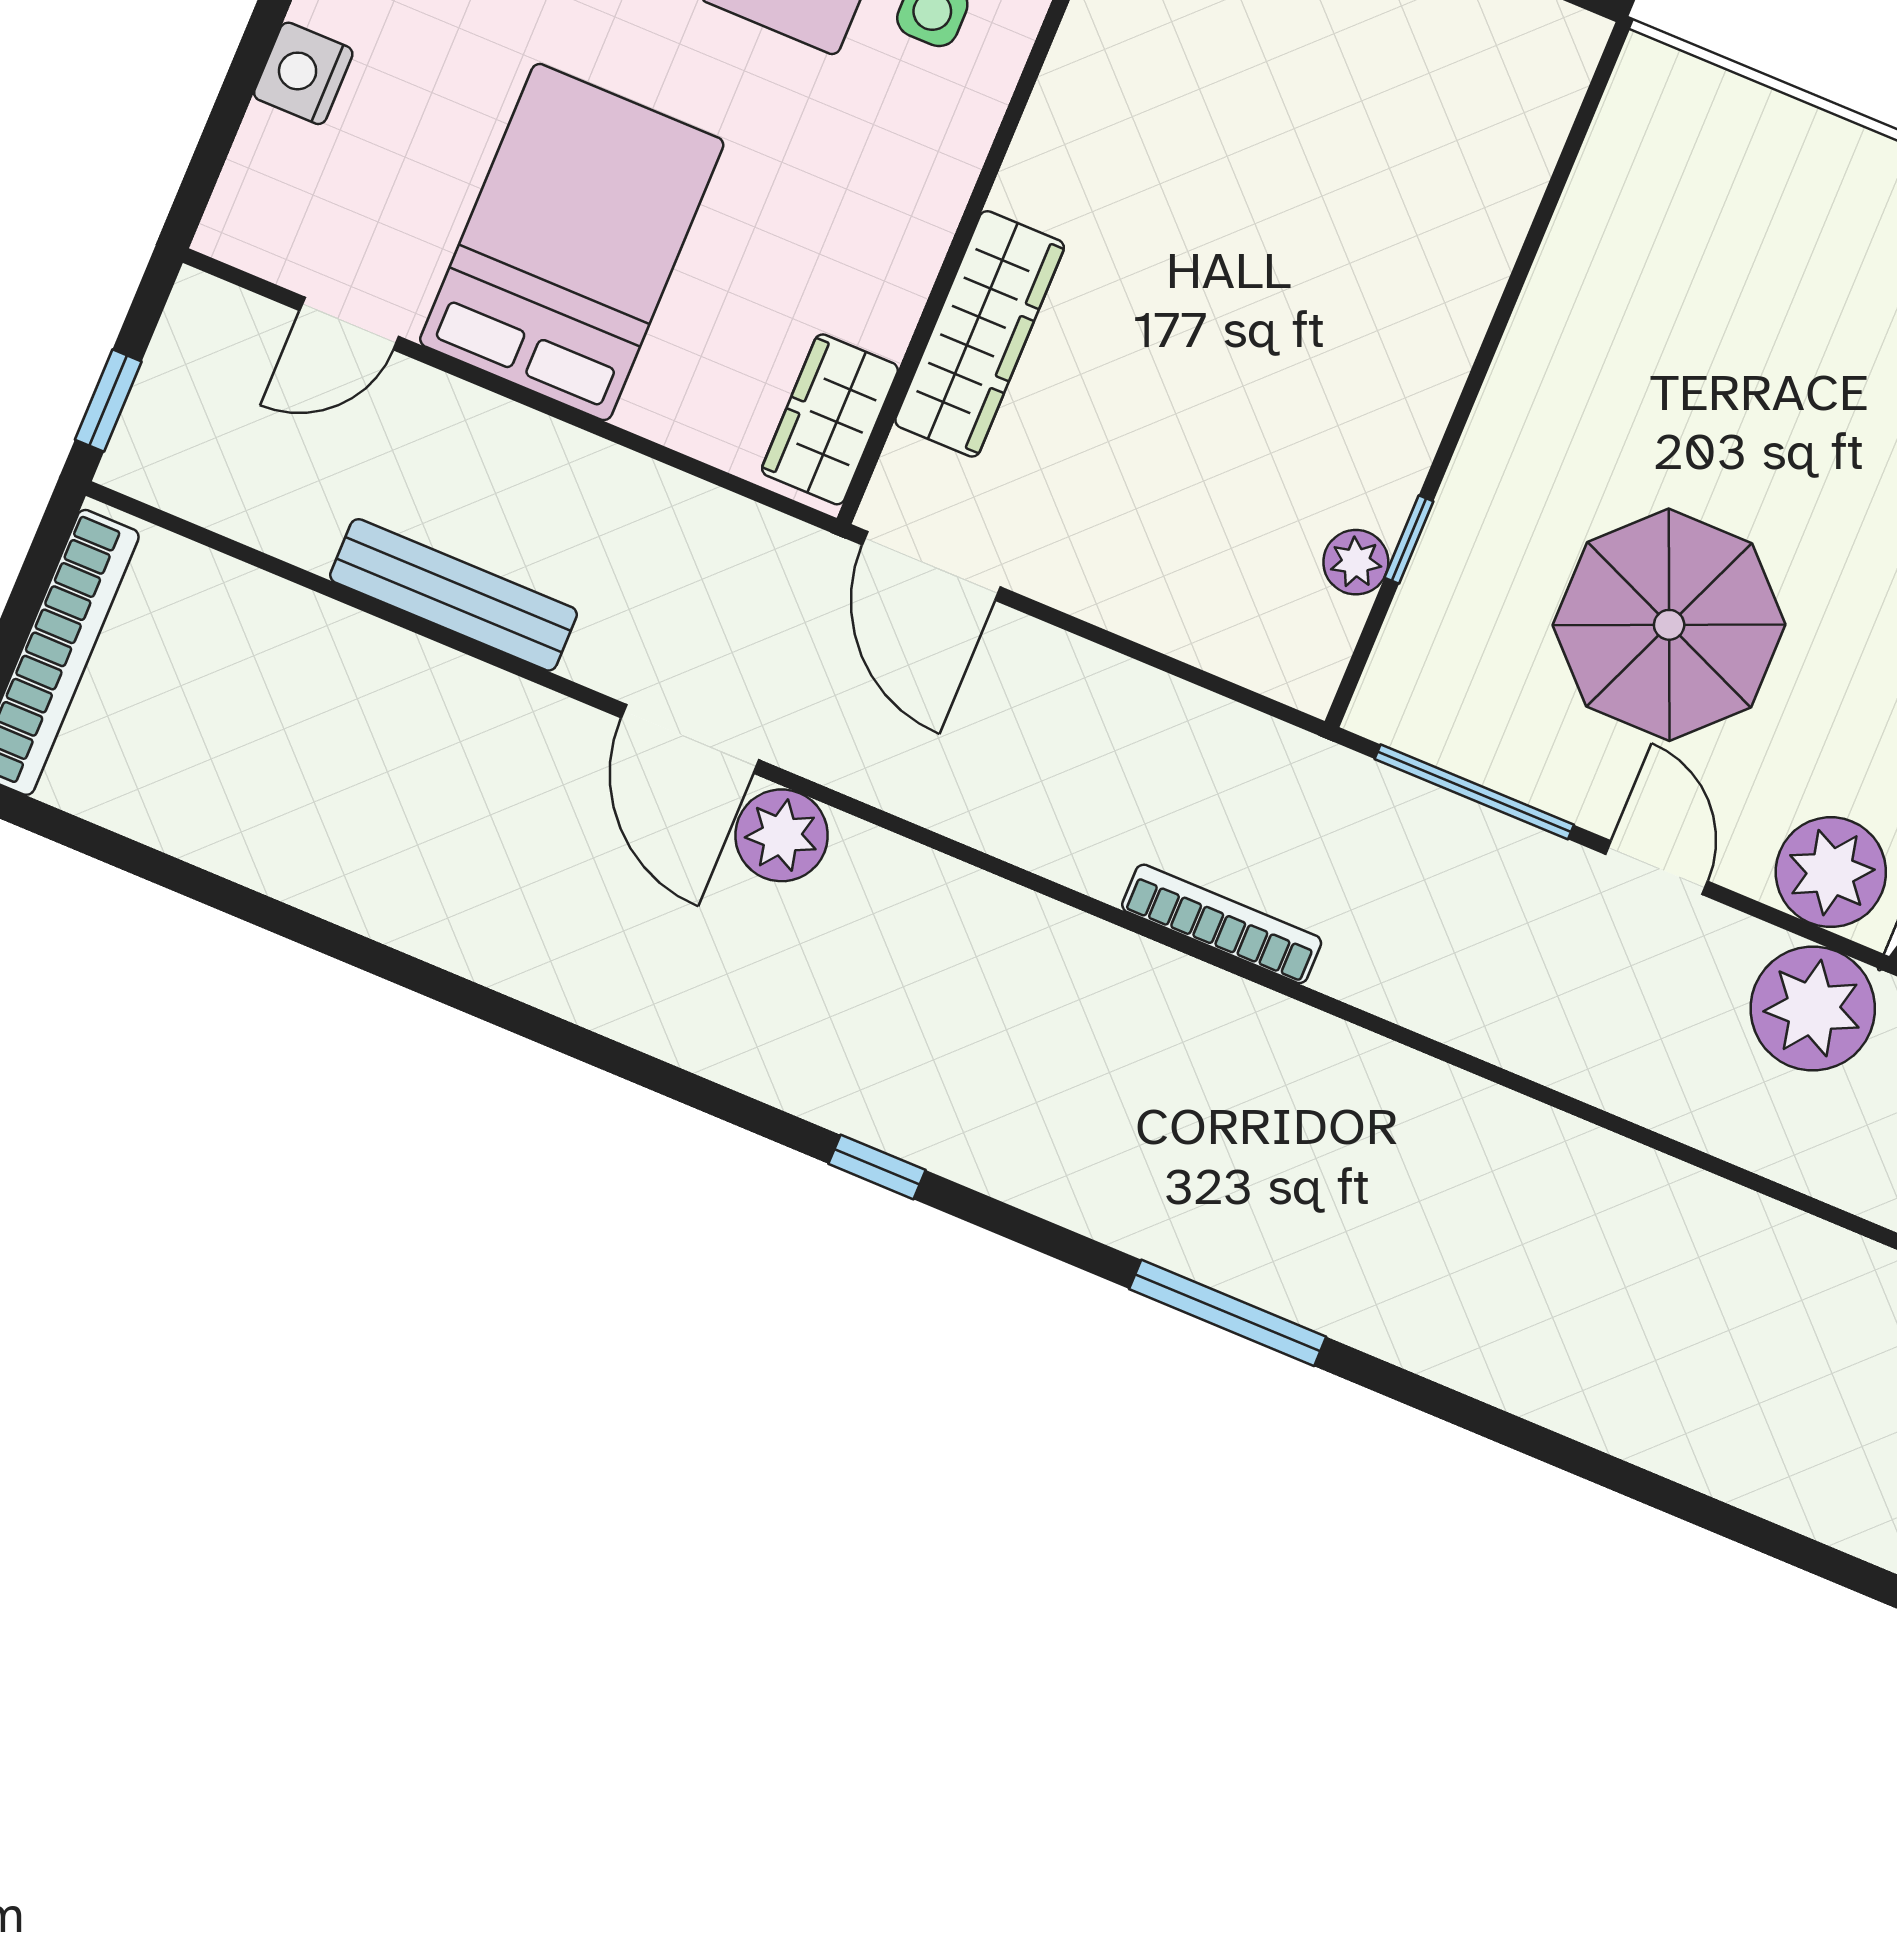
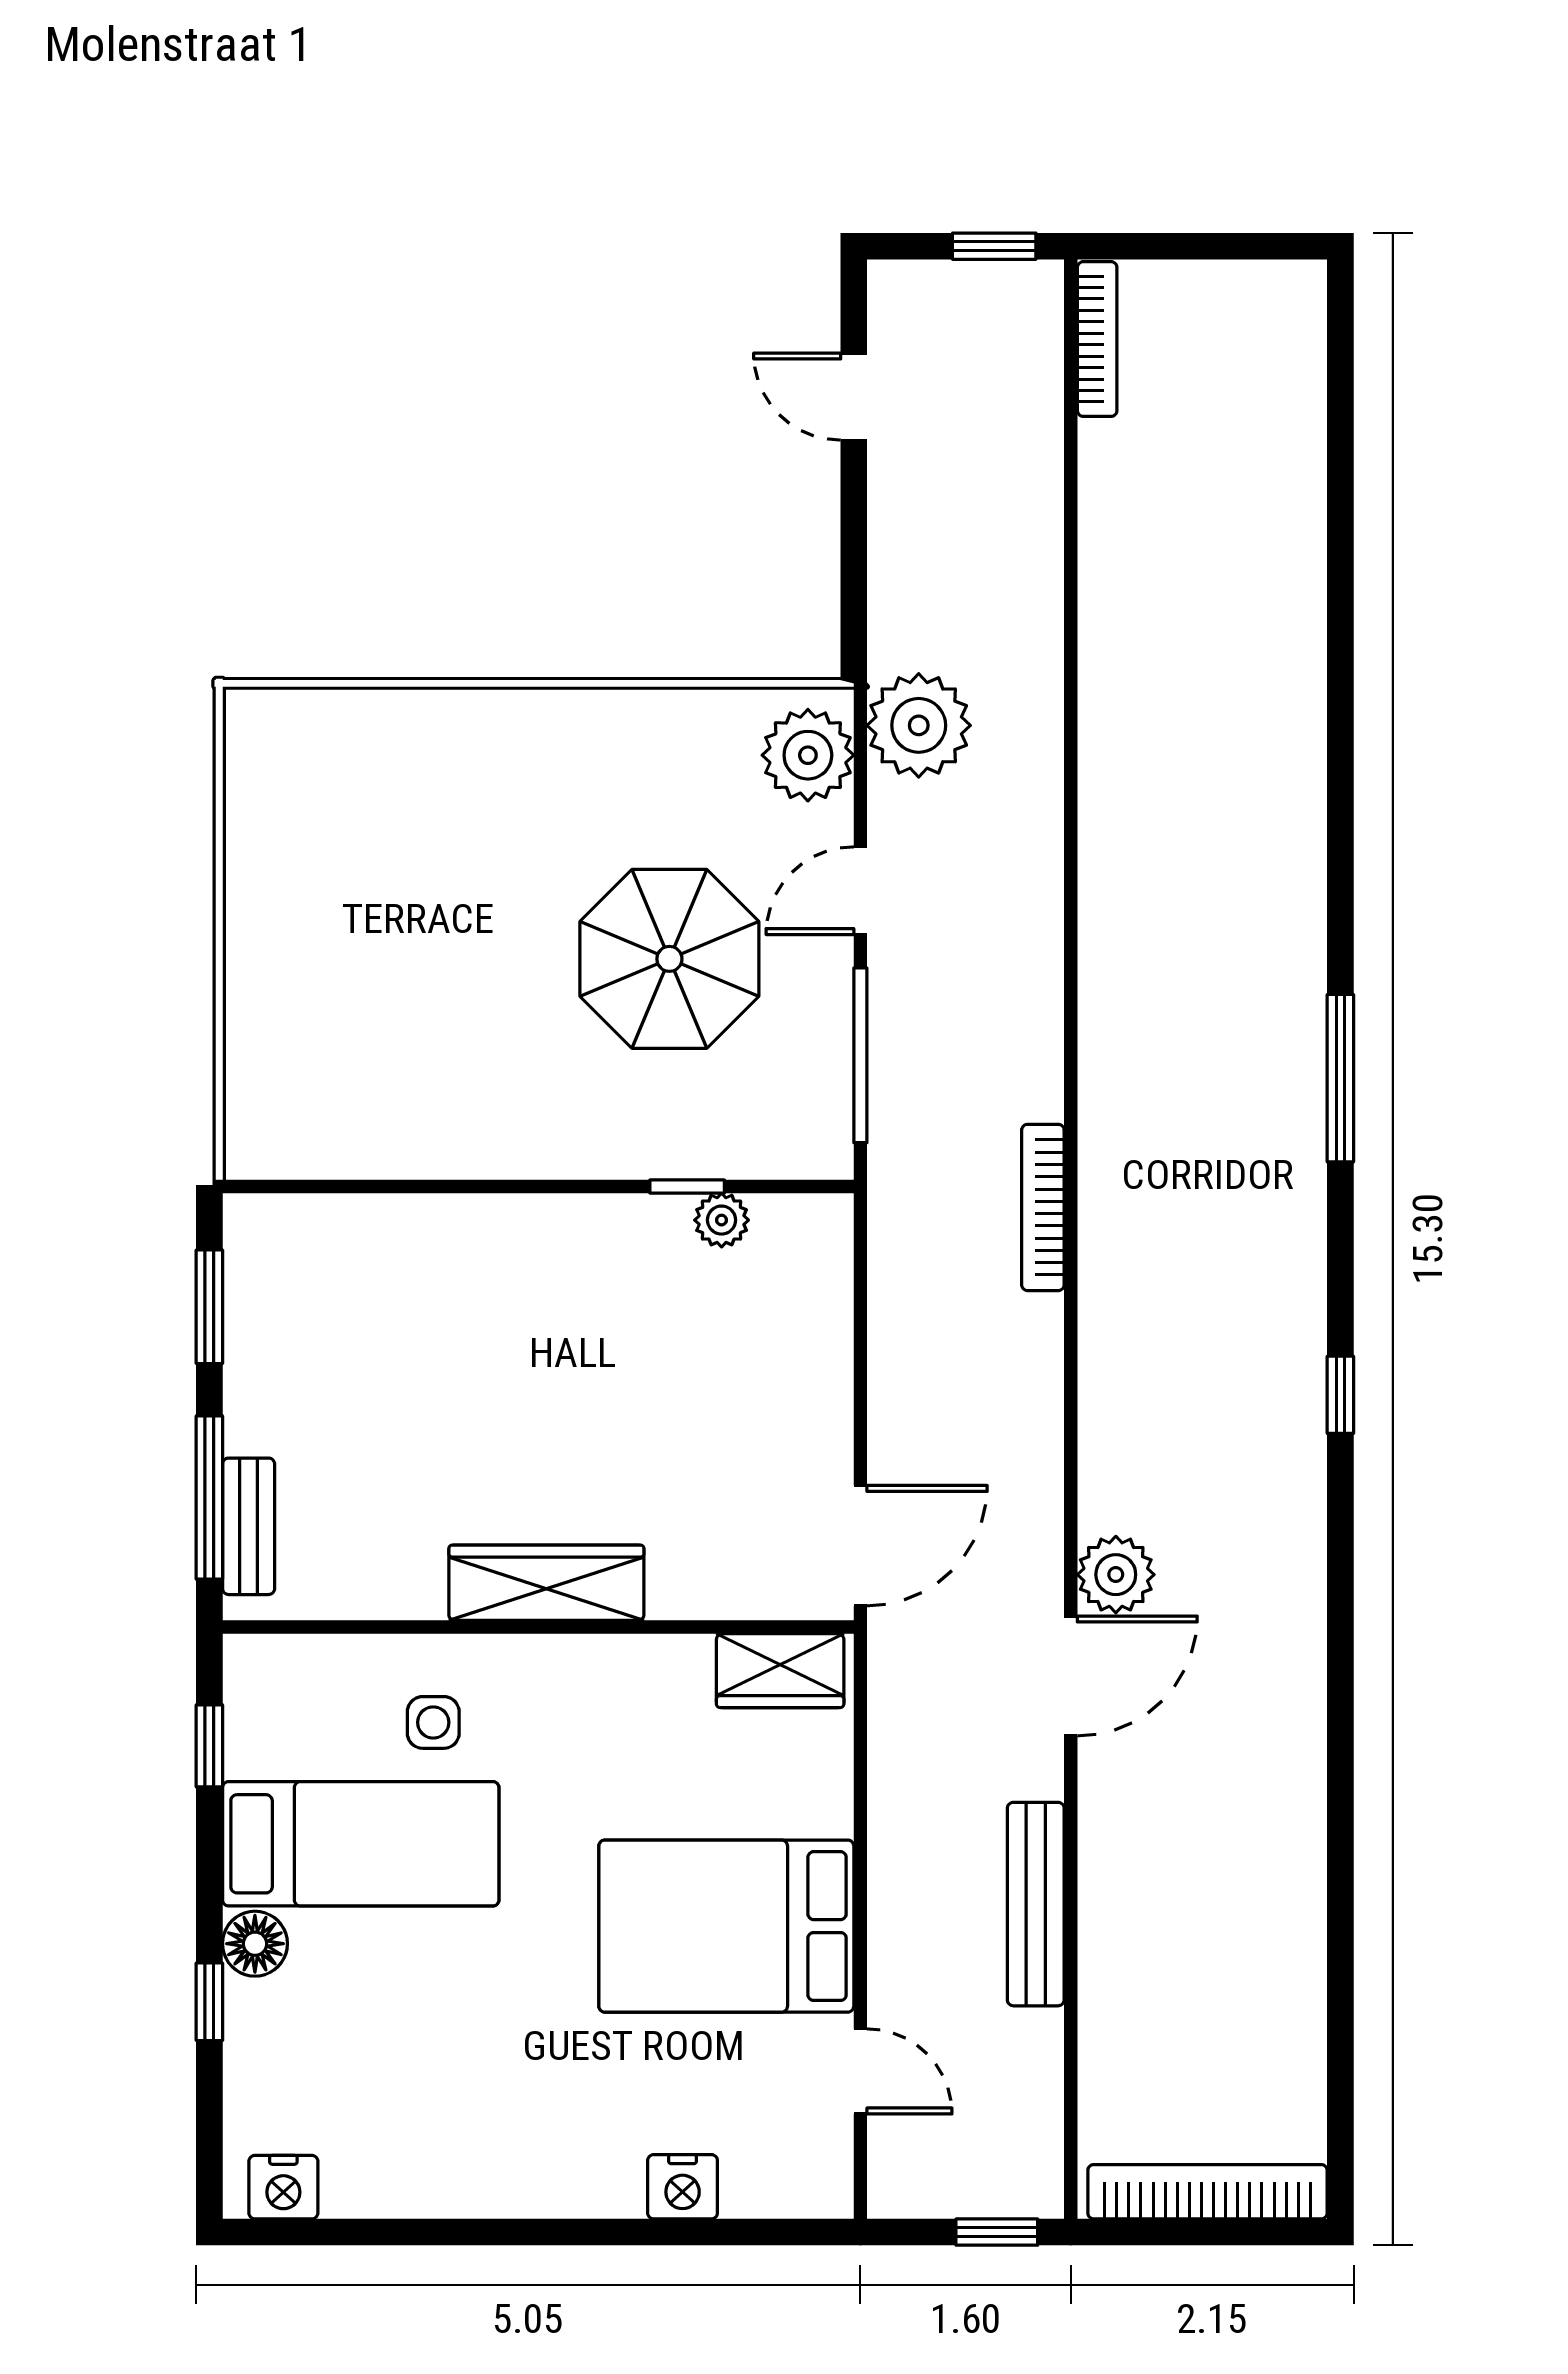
wardrobe: (980, 334) -> (546, 1583), moved

